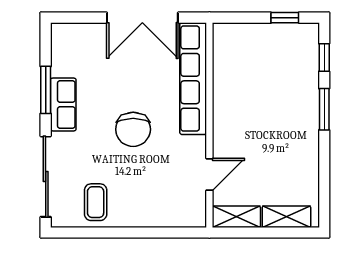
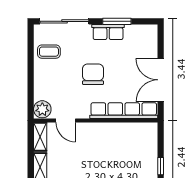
chair: (133, 129) -> (93, 74), turned 90
plant: (191, 213) -> (42, 109), added

